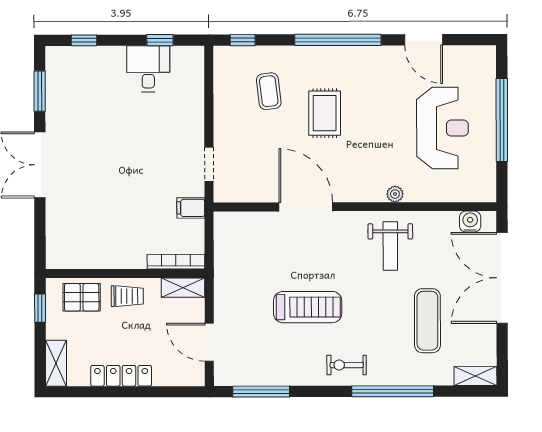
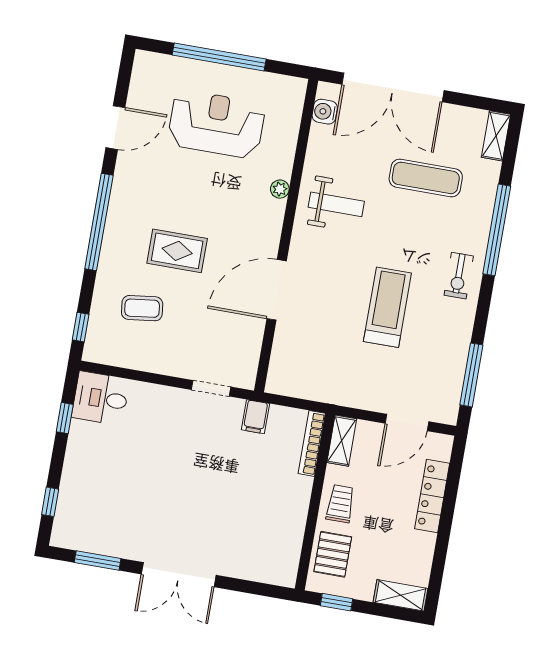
desk: (148, 69) -> (101, 398), moved
locker: (121, 376) -> (432, 496), moved

